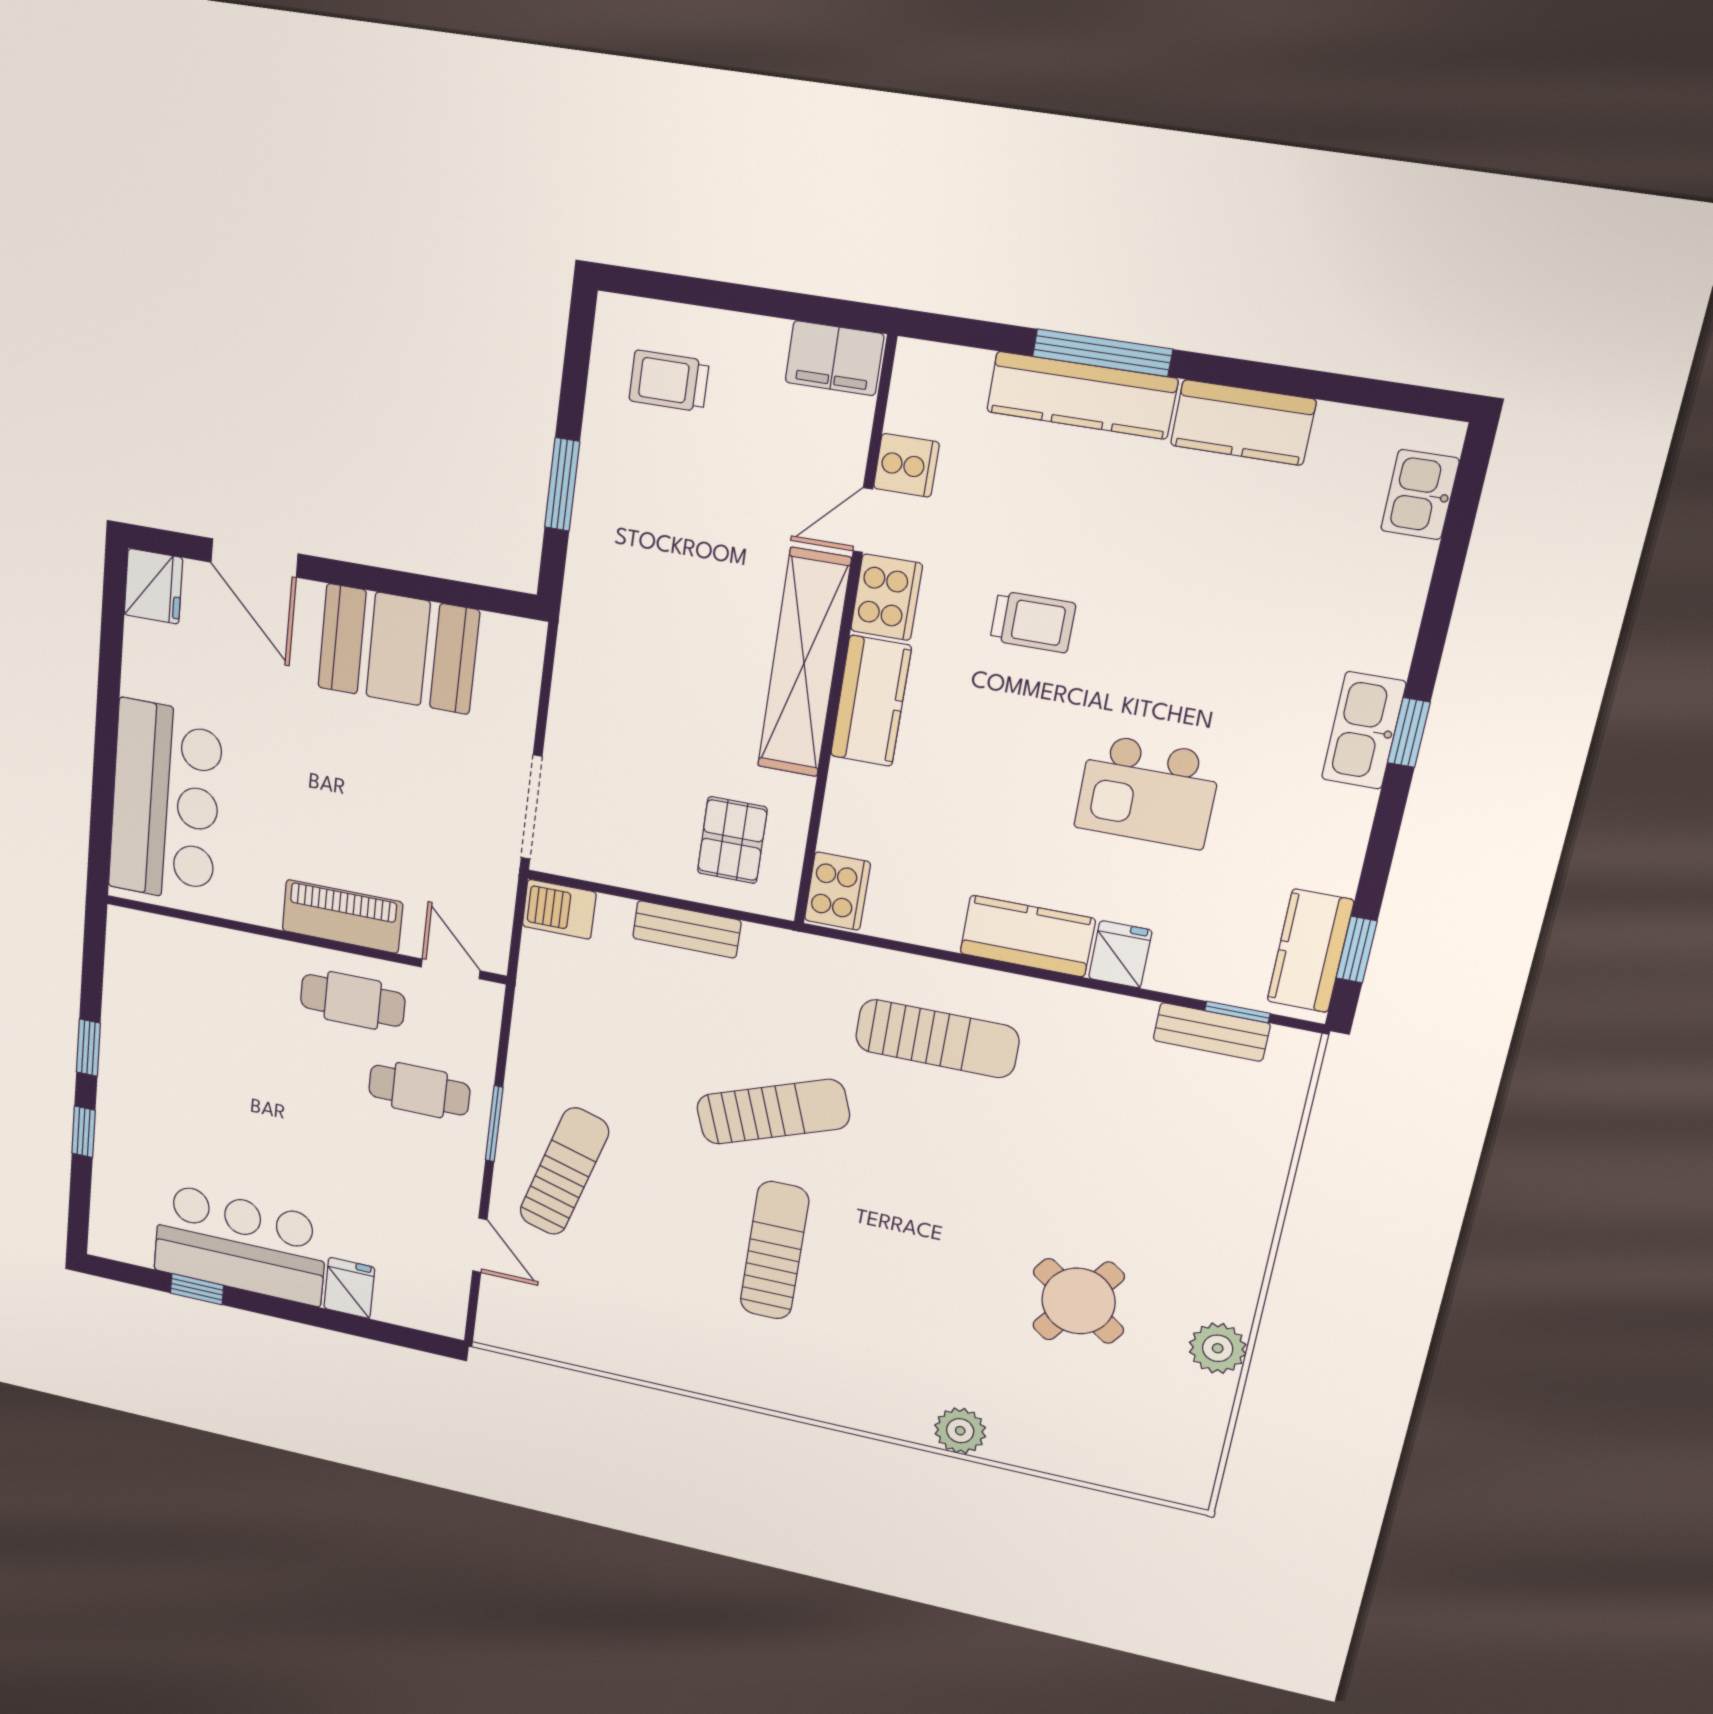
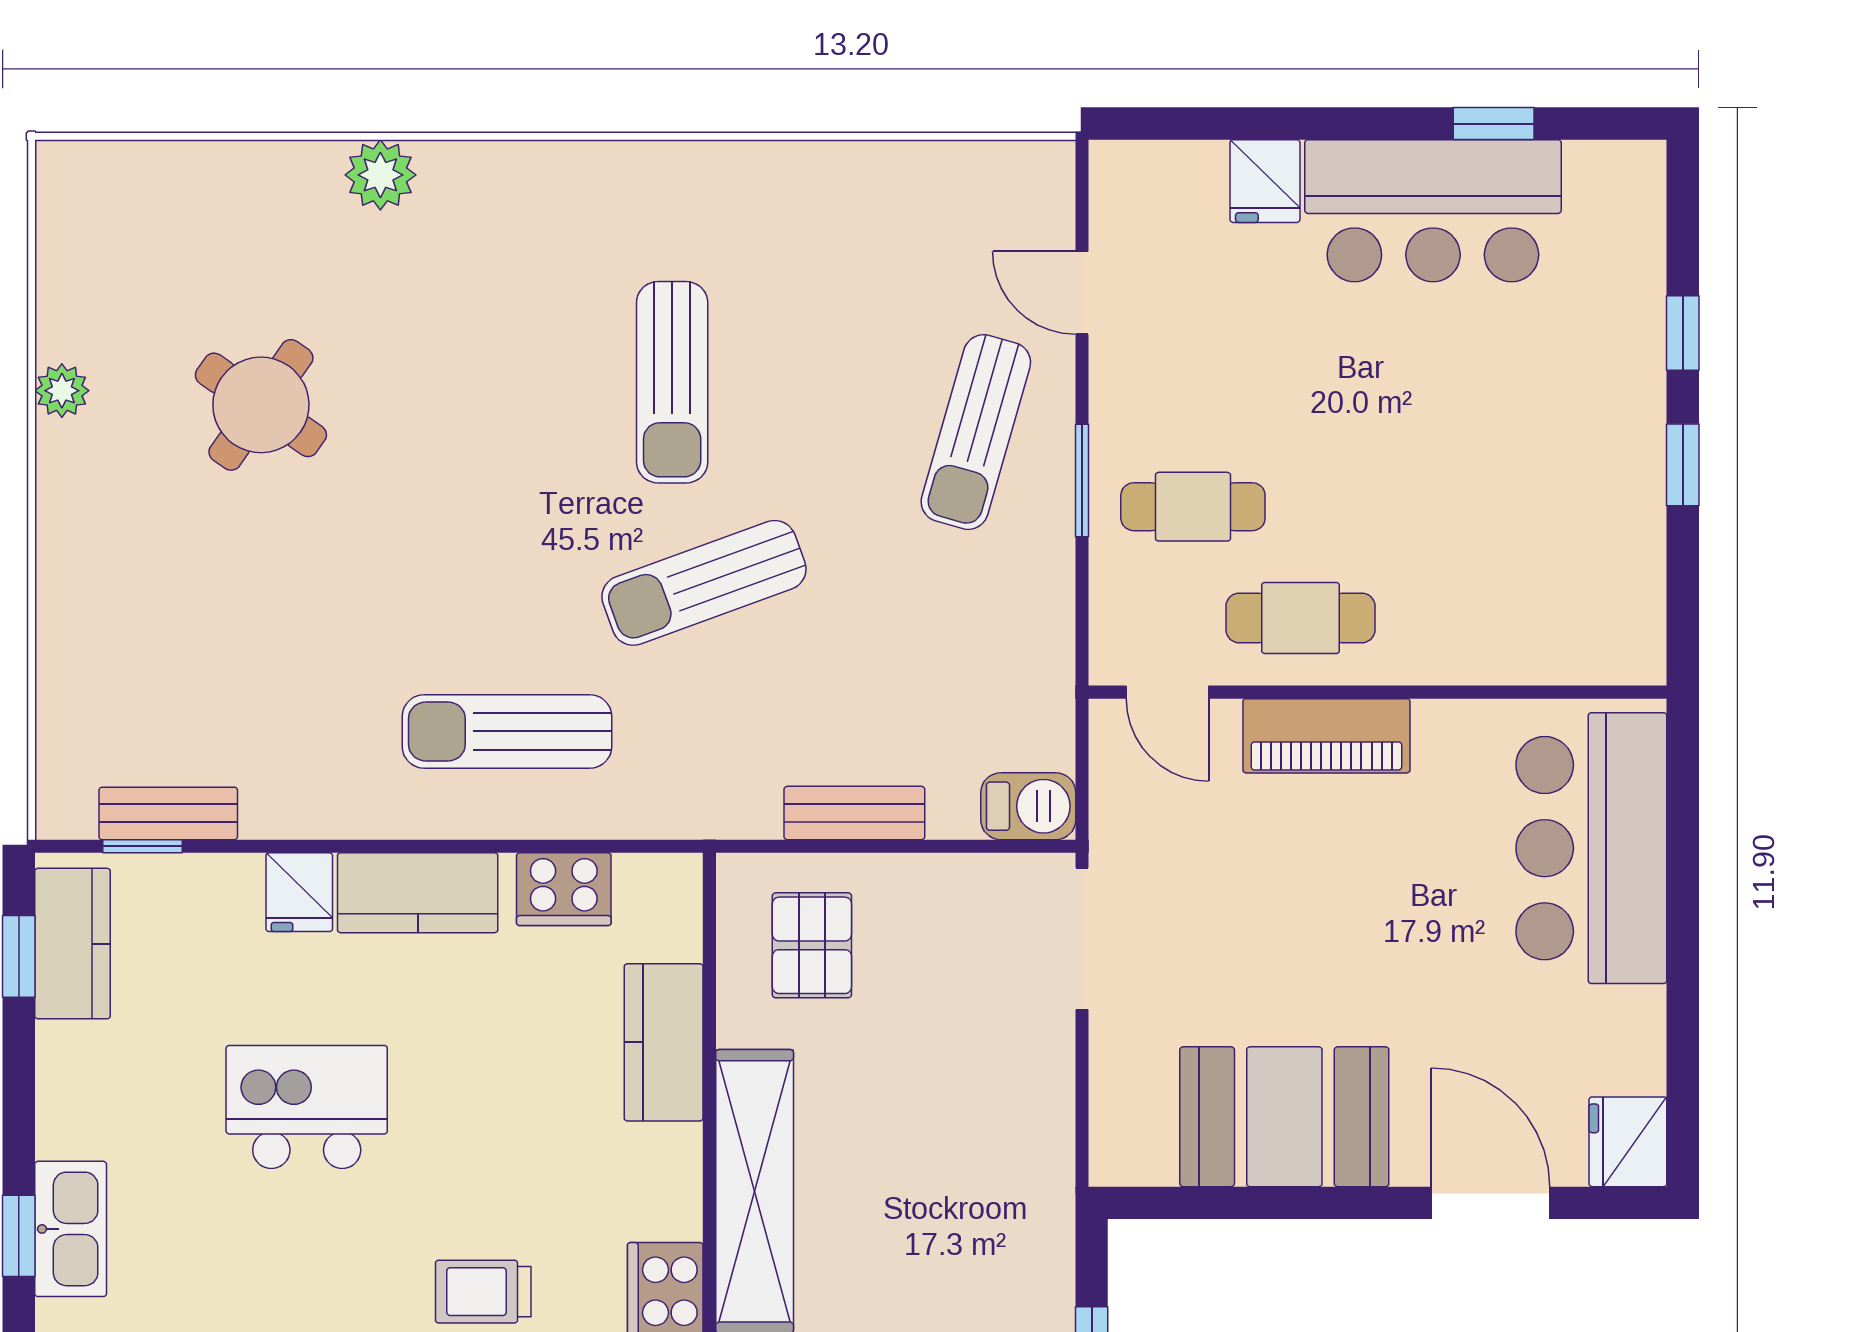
kitchen counter: (871, 701) -> (664, 1042), moved
cooker: (837, 891) -> (564, 889), moved, turned -90
plant: (1218, 1348) -> (62, 391), width x0.73, depth x0.73

